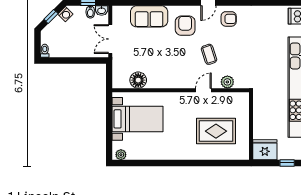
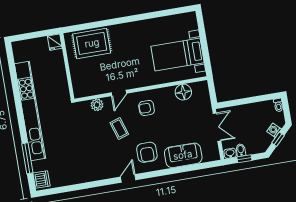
washing machine: (65, 14) -> (274, 130), moved
armchair: (229, 19) -> (147, 108), moved
rug: (216, 131) -> (92, 43), moved
fridge: (265, 150) -> (55, 42), width x0.53, depth x0.75
plant: (121, 155) -> (188, 17), removed
window: (287, 163) -> (26, 36), removed

